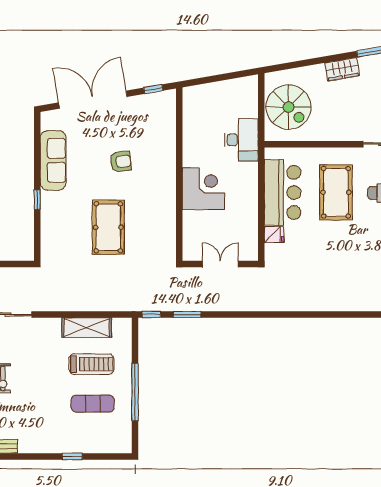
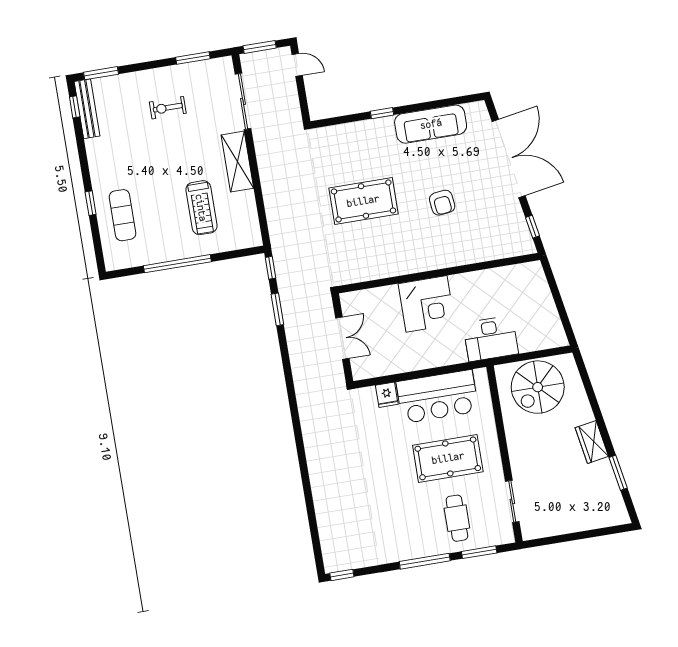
shelving: (87, 328) -> (237, 162), moved
exercise mat: (93, 404) -> (123, 215), moved

